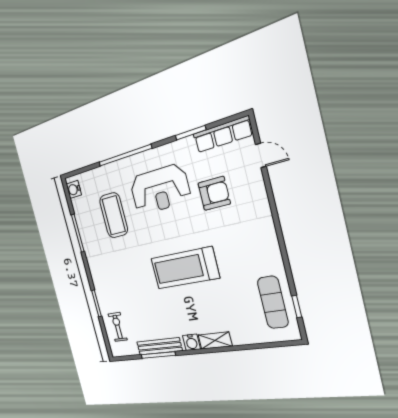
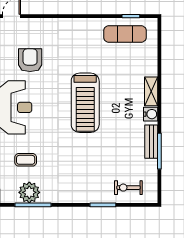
coffee table: (114, 215) -> (26, 160), width x0.54, depth x0.58
plant: (87, 227) -> (29, 192), added
bench: (159, 346) -> (151, 142), width x0.73

